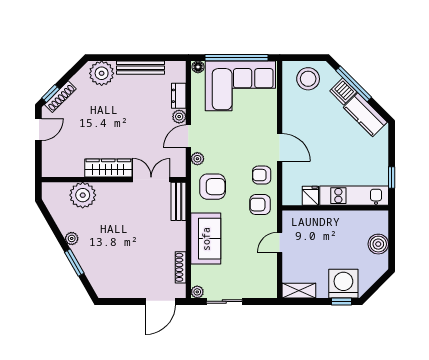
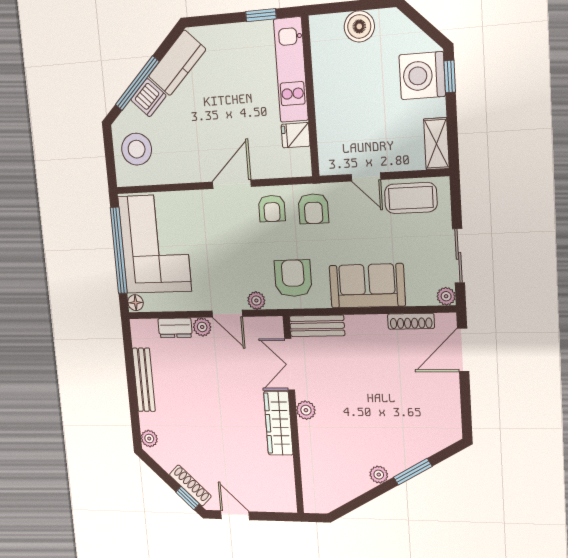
plant: (102, 73) -> (149, 439), width x0.53, depth x0.53
plant: (83, 195) -> (306, 410), moved, width x0.53, depth x0.53
coffee table: (264, 272) -> (411, 198), added
door: (160, 301) -> (463, 350), swing flipped

